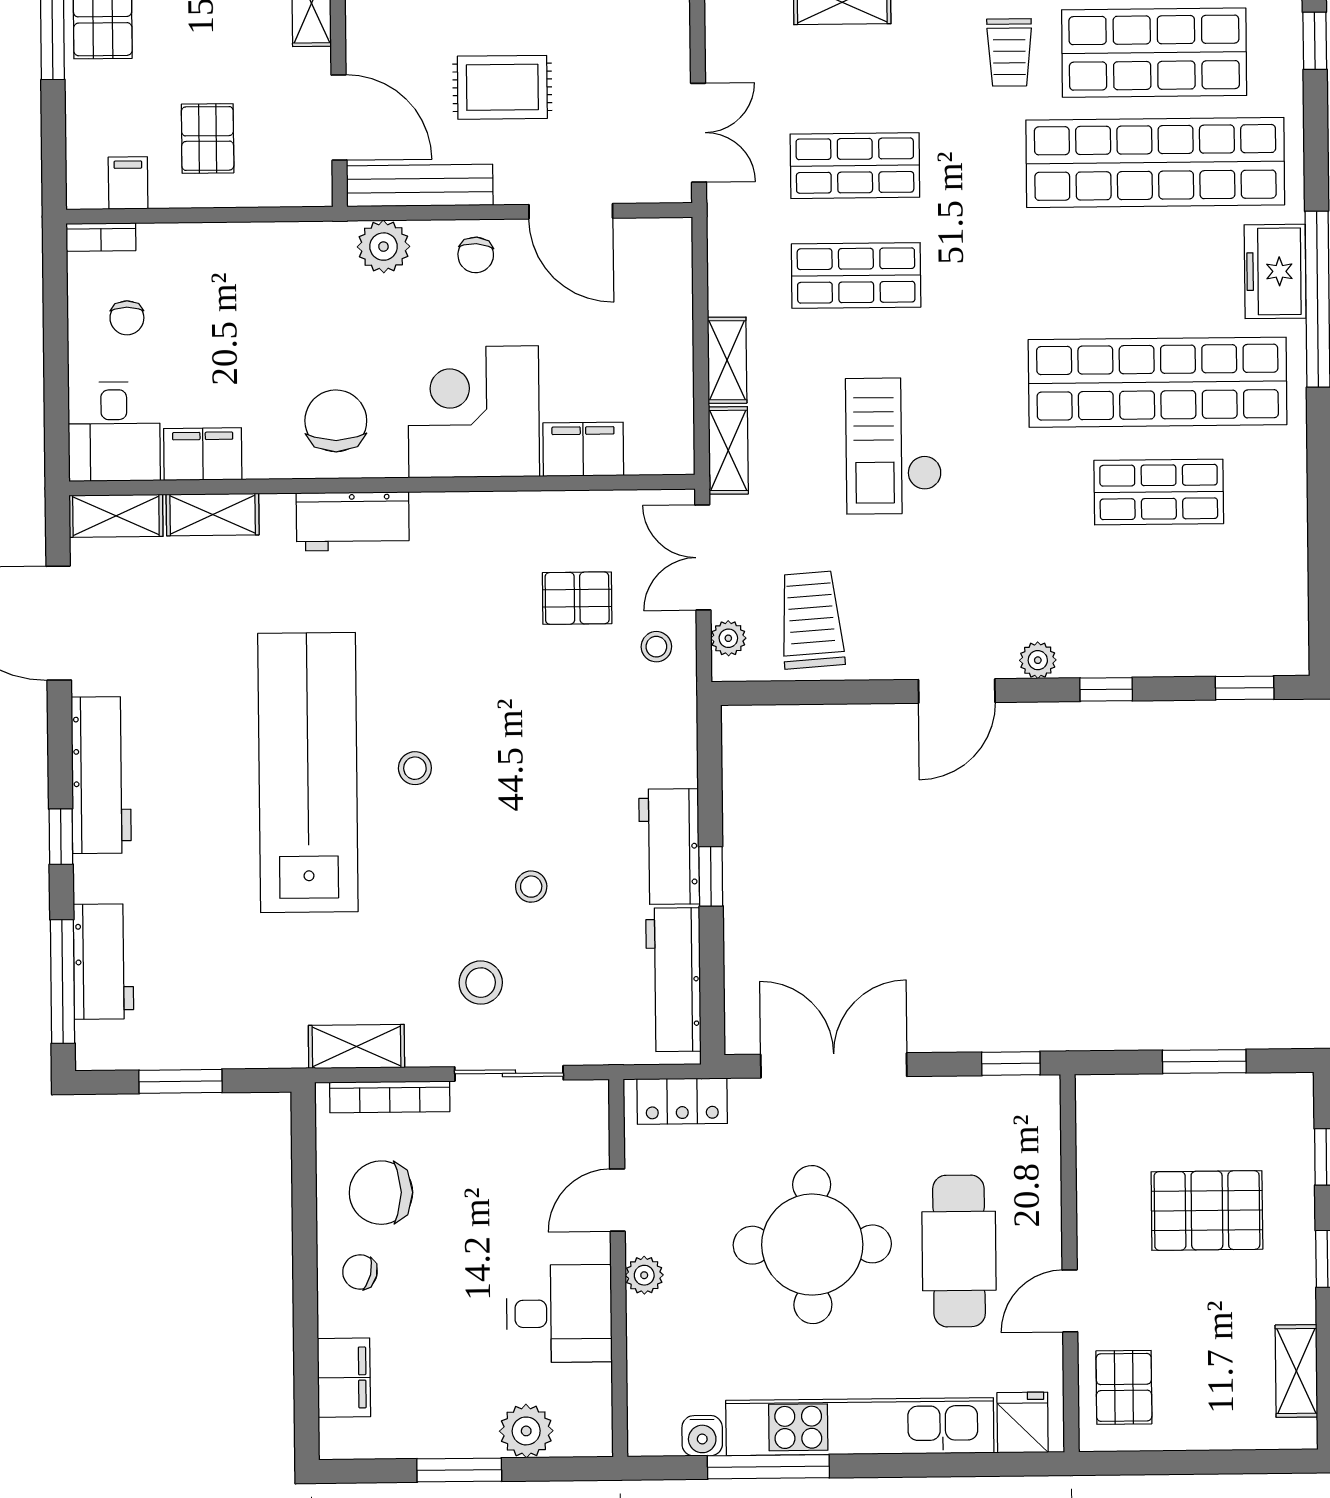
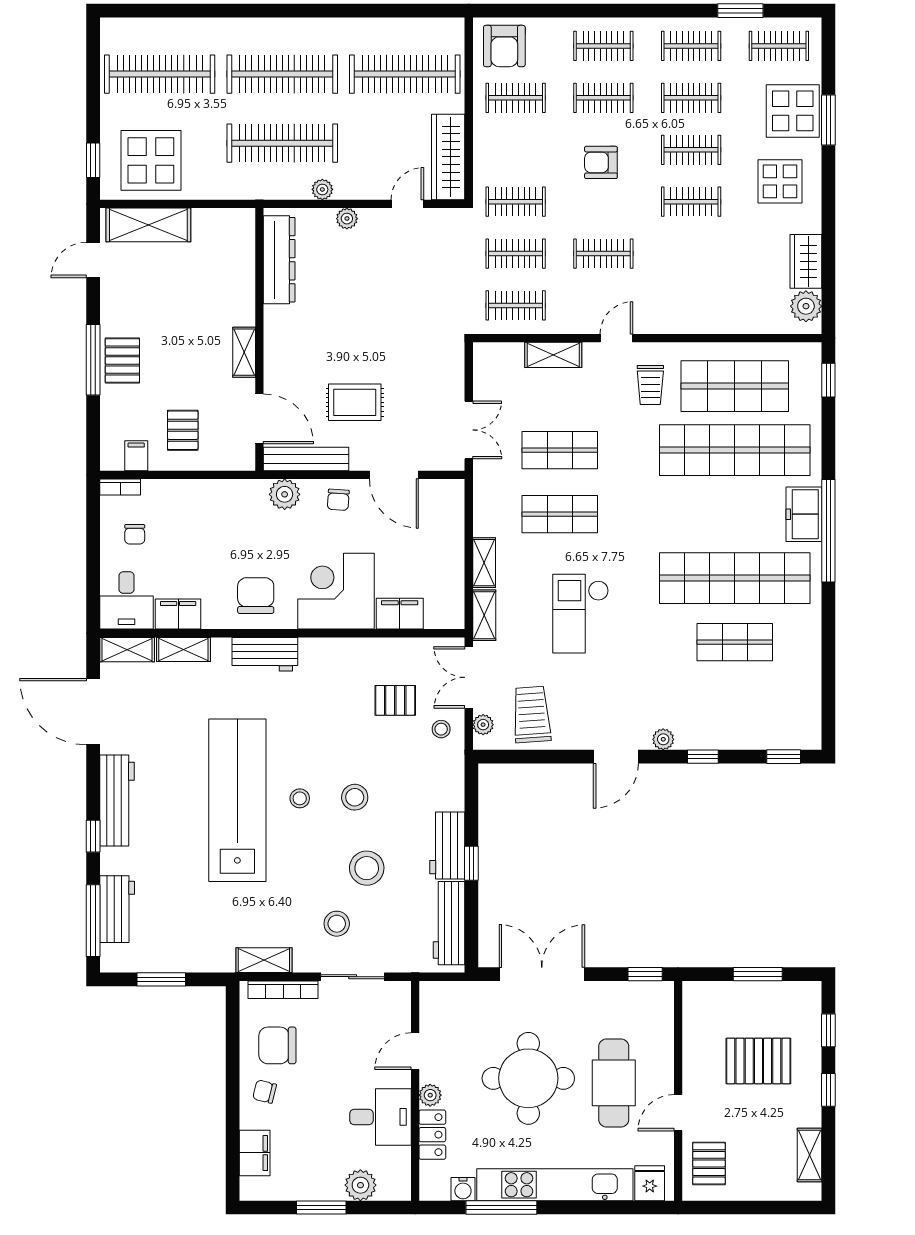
stool: (509, 765) -> (355, 797), added
stool: (531, 887) -> (367, 868), width x1.89, depth x1.89
locker: (682, 1101) -> (432, 1135), moved, turned -90

